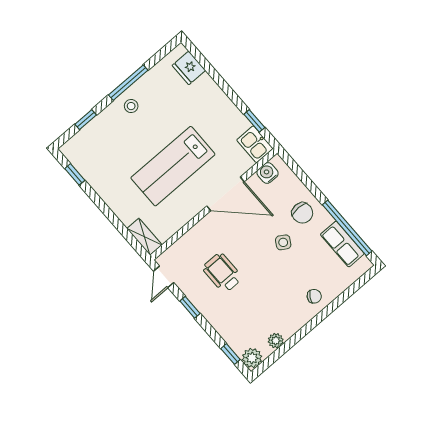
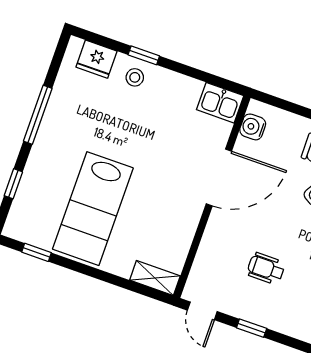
stool: (131, 106) -> (135, 77), moved
window: (254, 121) -> (144, 55), moved
lab bench: (173, 166) -> (93, 209), moved
wheelchair: (222, 273) -> (266, 268), width x0.73, depth x0.73

